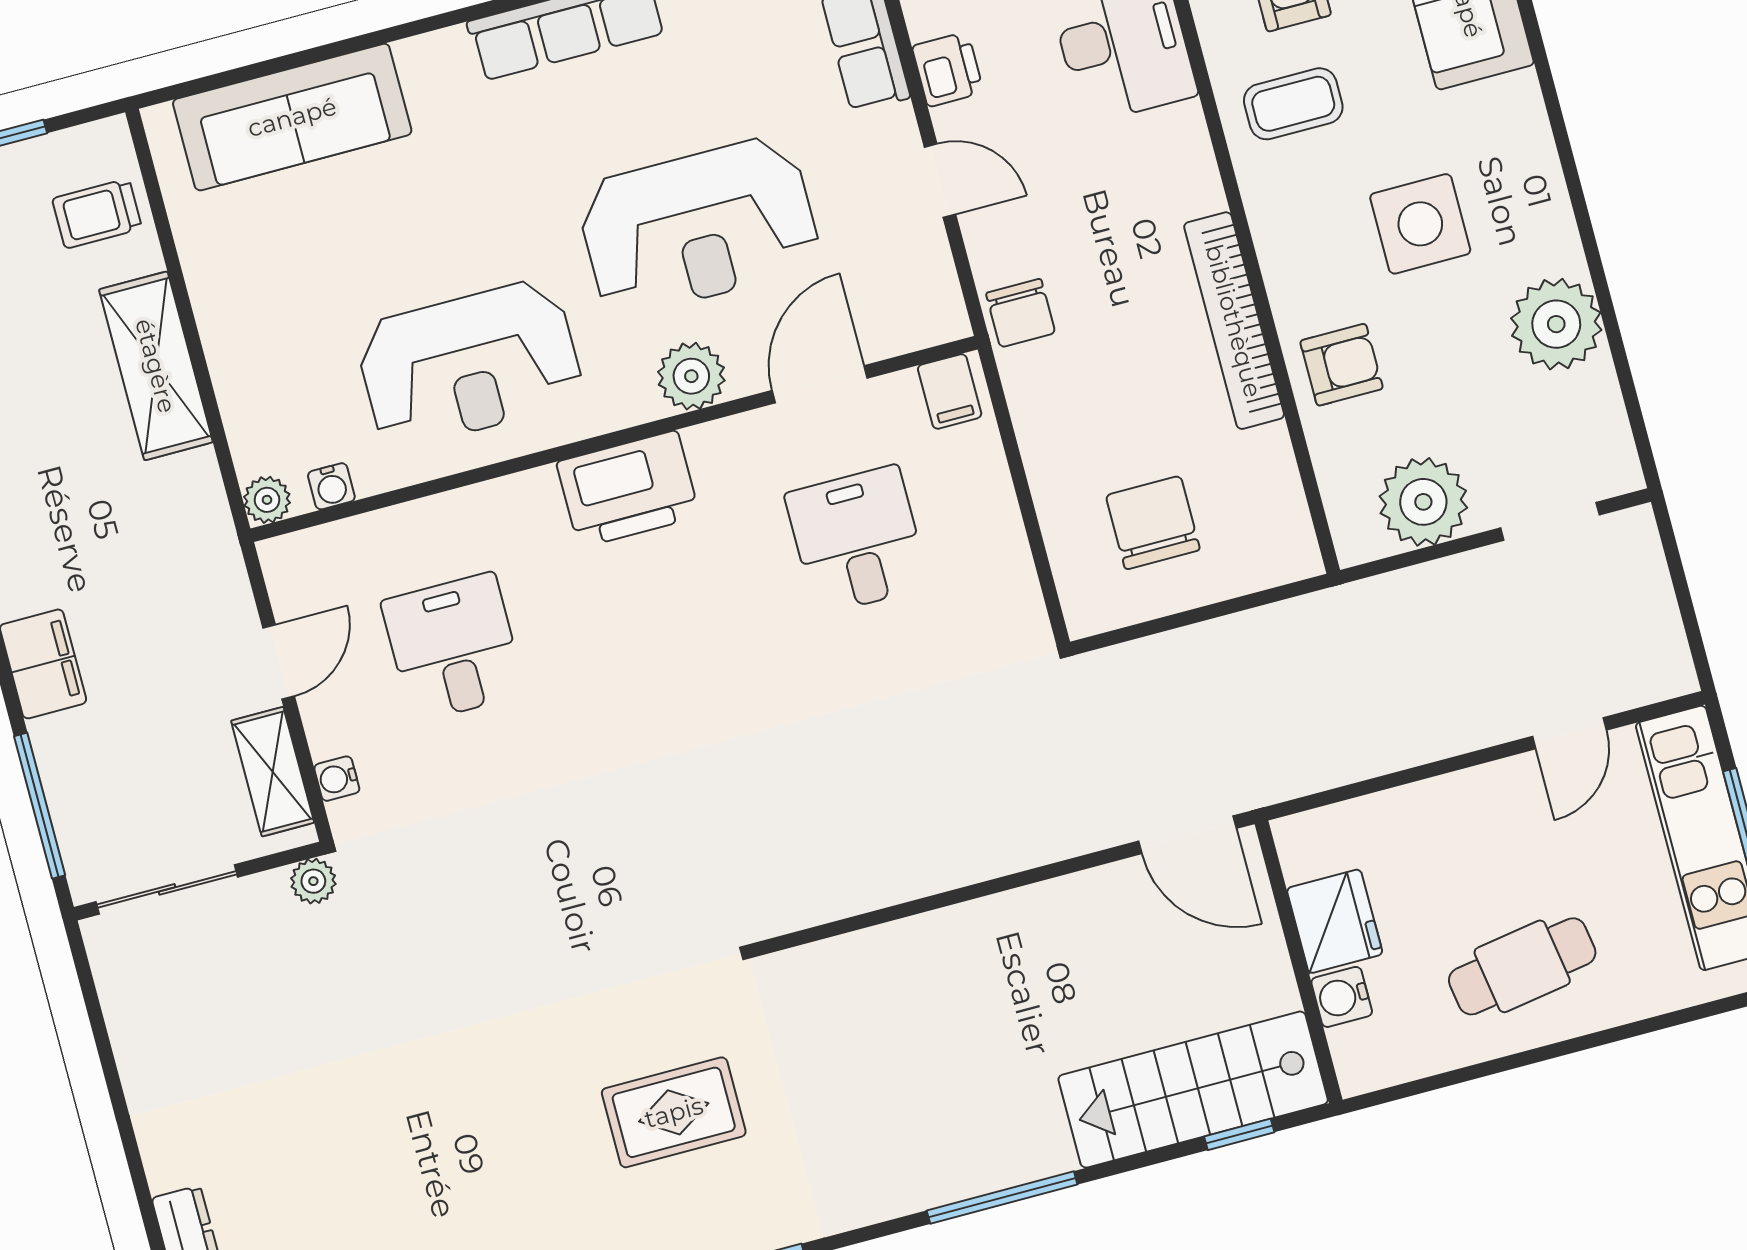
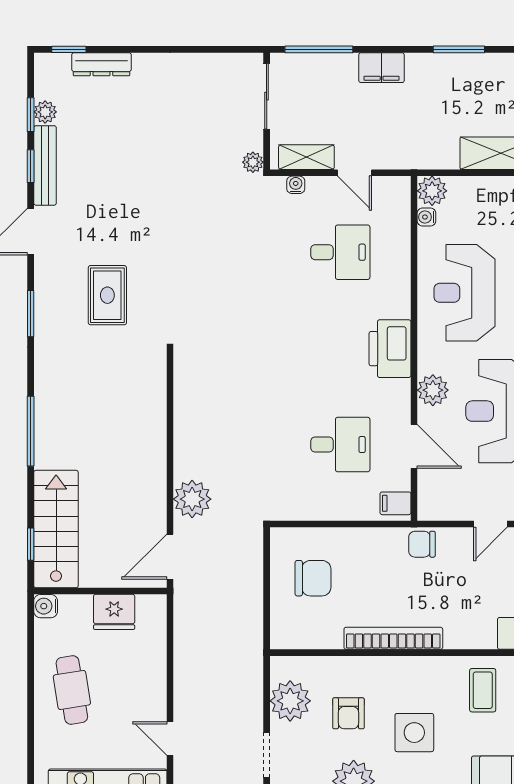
armchair: (1341, 365) -> (348, 713), moved
plant: (267, 500) -> (432, 191), width x1.38, depth x1.38
plant: (1054, 820) -> (192, 499), added
water cooler: (1342, 997) -> (46, 606), moved, turned -90

